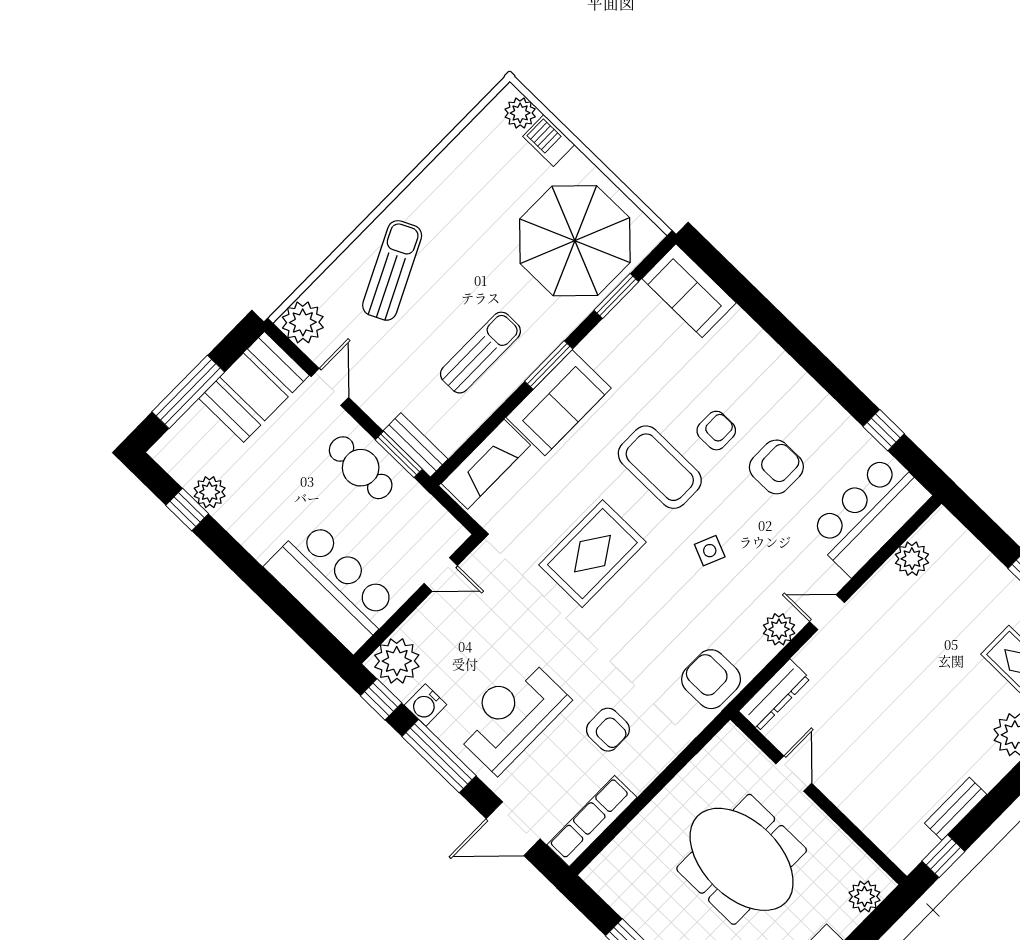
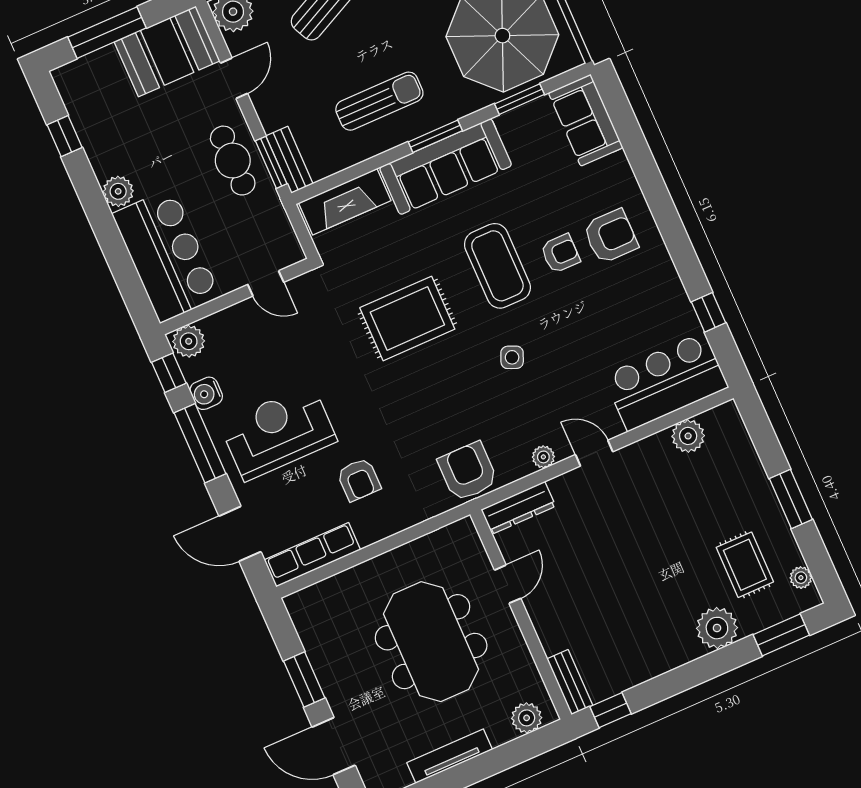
sofa: (559, 403) -> (446, 167), width x1.36
armchair: (776, 467) -> (611, 236), moved
plant: (210, 492) -> (118, 191), moved
plant: (779, 629) -> (543, 457), width x0.73, depth x0.73
plant: (397, 661) -> (189, 341), width x0.73, depth x0.73
bench: (956, 809) -> (570, 682), moved, turned 90

